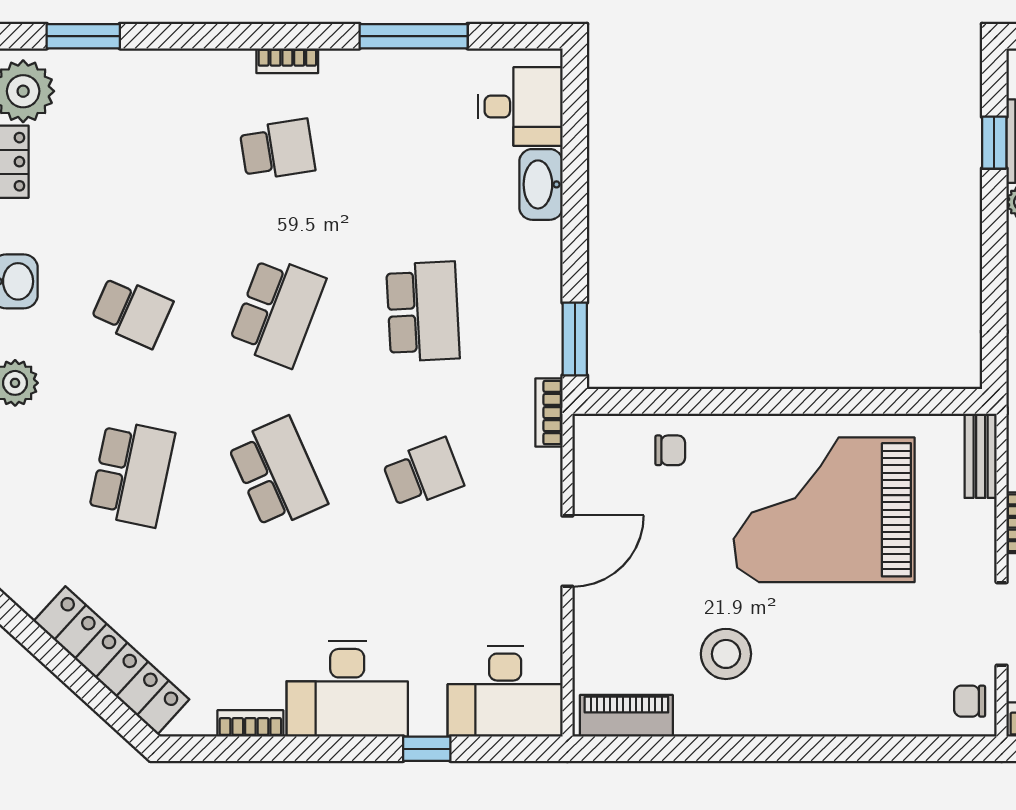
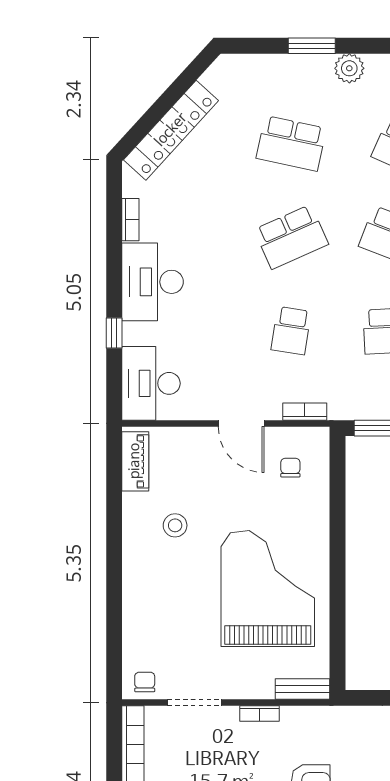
bookcase: (549, 413) -> (305, 412), moved
chair: (670, 450) -> (290, 468), moved, turned 180
school desk: (423, 473) -> (291, 331), turned 30
stool: (726, 654) -> (175, 525), width x0.73, depth x0.73

